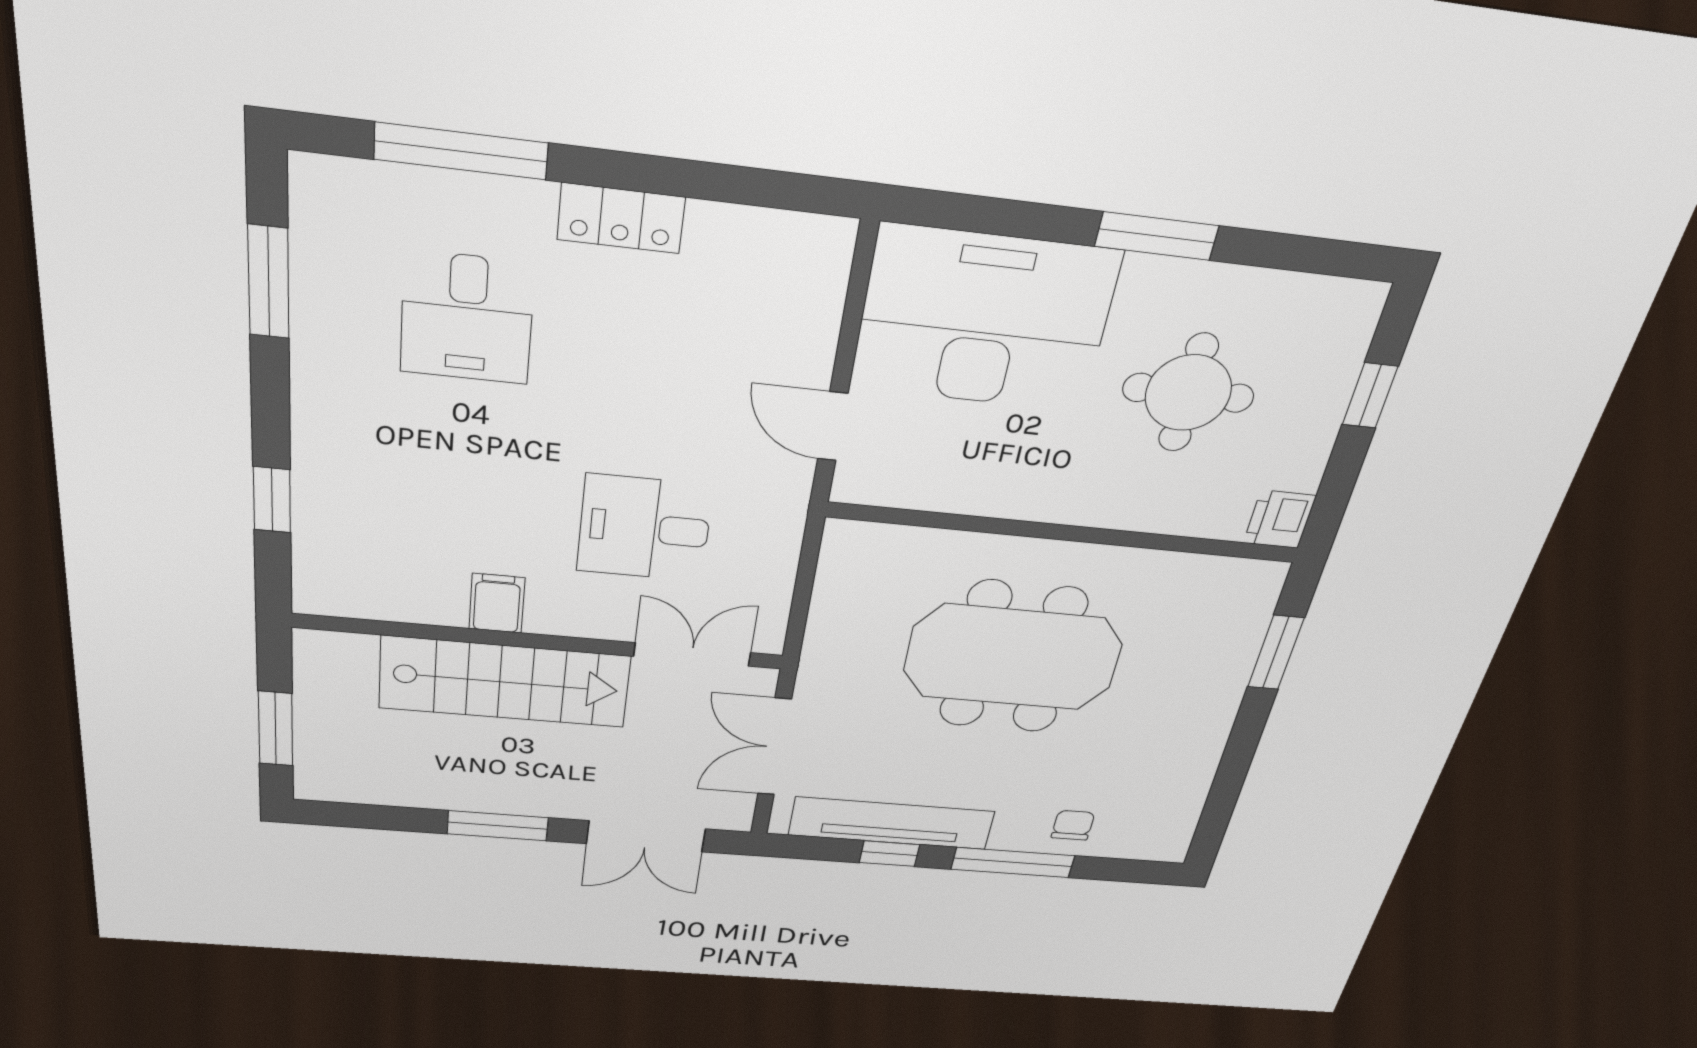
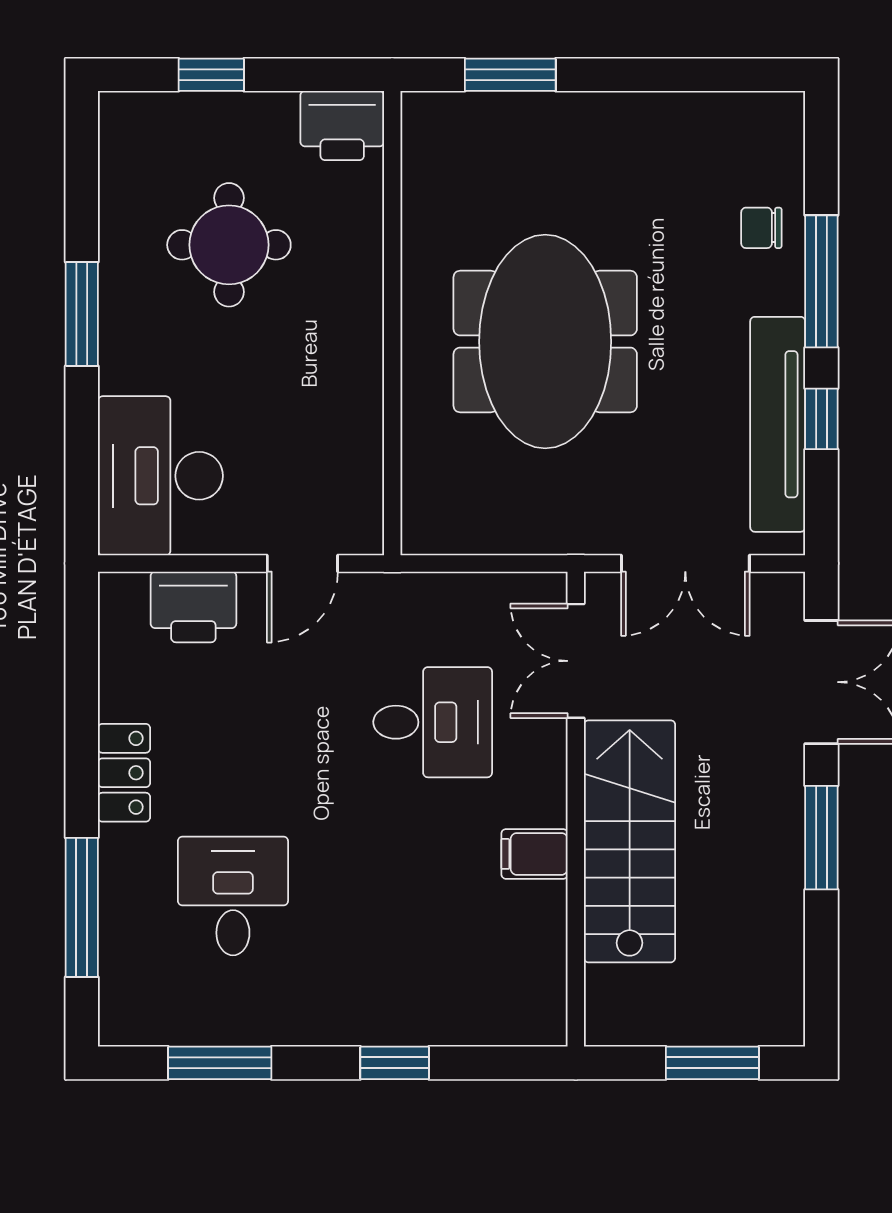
printer: (803, 314) -> (193, 607), added
desk: (467, 318) -> (233, 896), turned -90
desk: (984, 320) -> (160, 476), width x0.73, depth x0.77
window: (272, 500) -> (395, 1063), moved
printer: (1280, 519) -> (342, 126), width x1.36, depth x1.24
desk: (645, 528) -> (433, 722), turned -90

